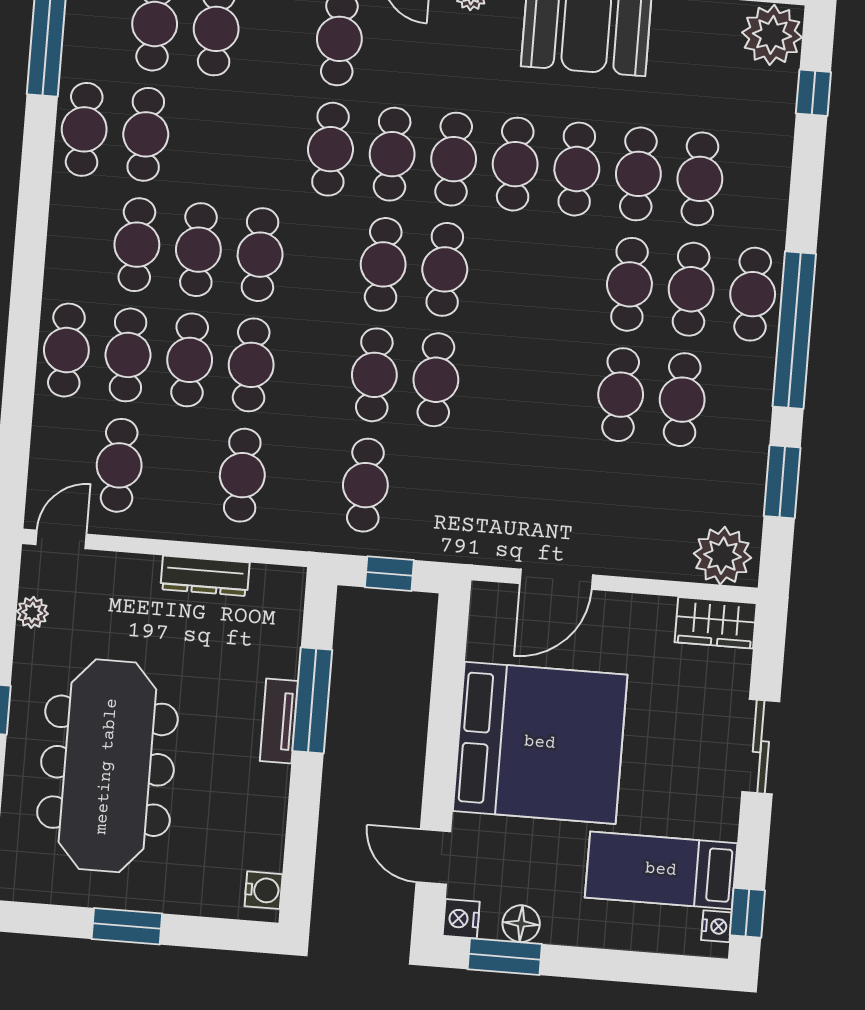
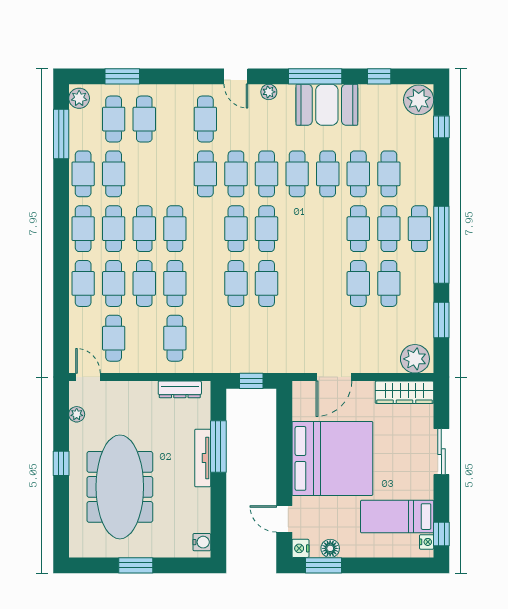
cafe table: (365, 485) -> (83, 229), moved
door: (61, 539) -> (88, 377), hinge flipped
dresser: (205, 576) -> (180, 389), moved
wardrobe: (716, 623) -> (404, 392), width x1.50
tv unit: (279, 721) -> (203, 458), width x1.41

